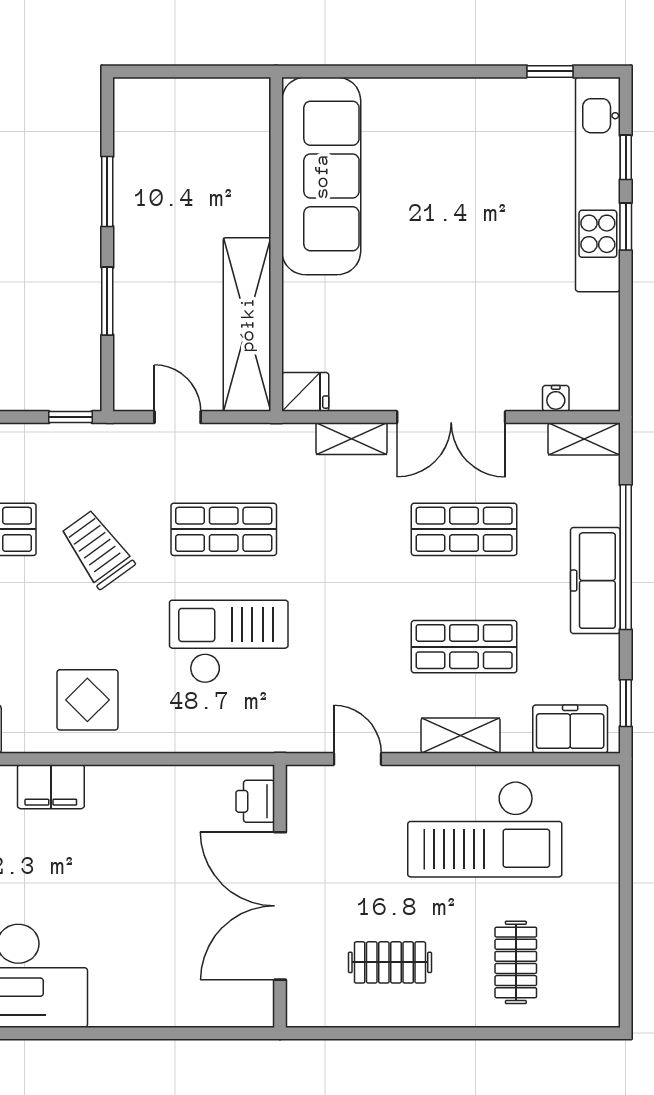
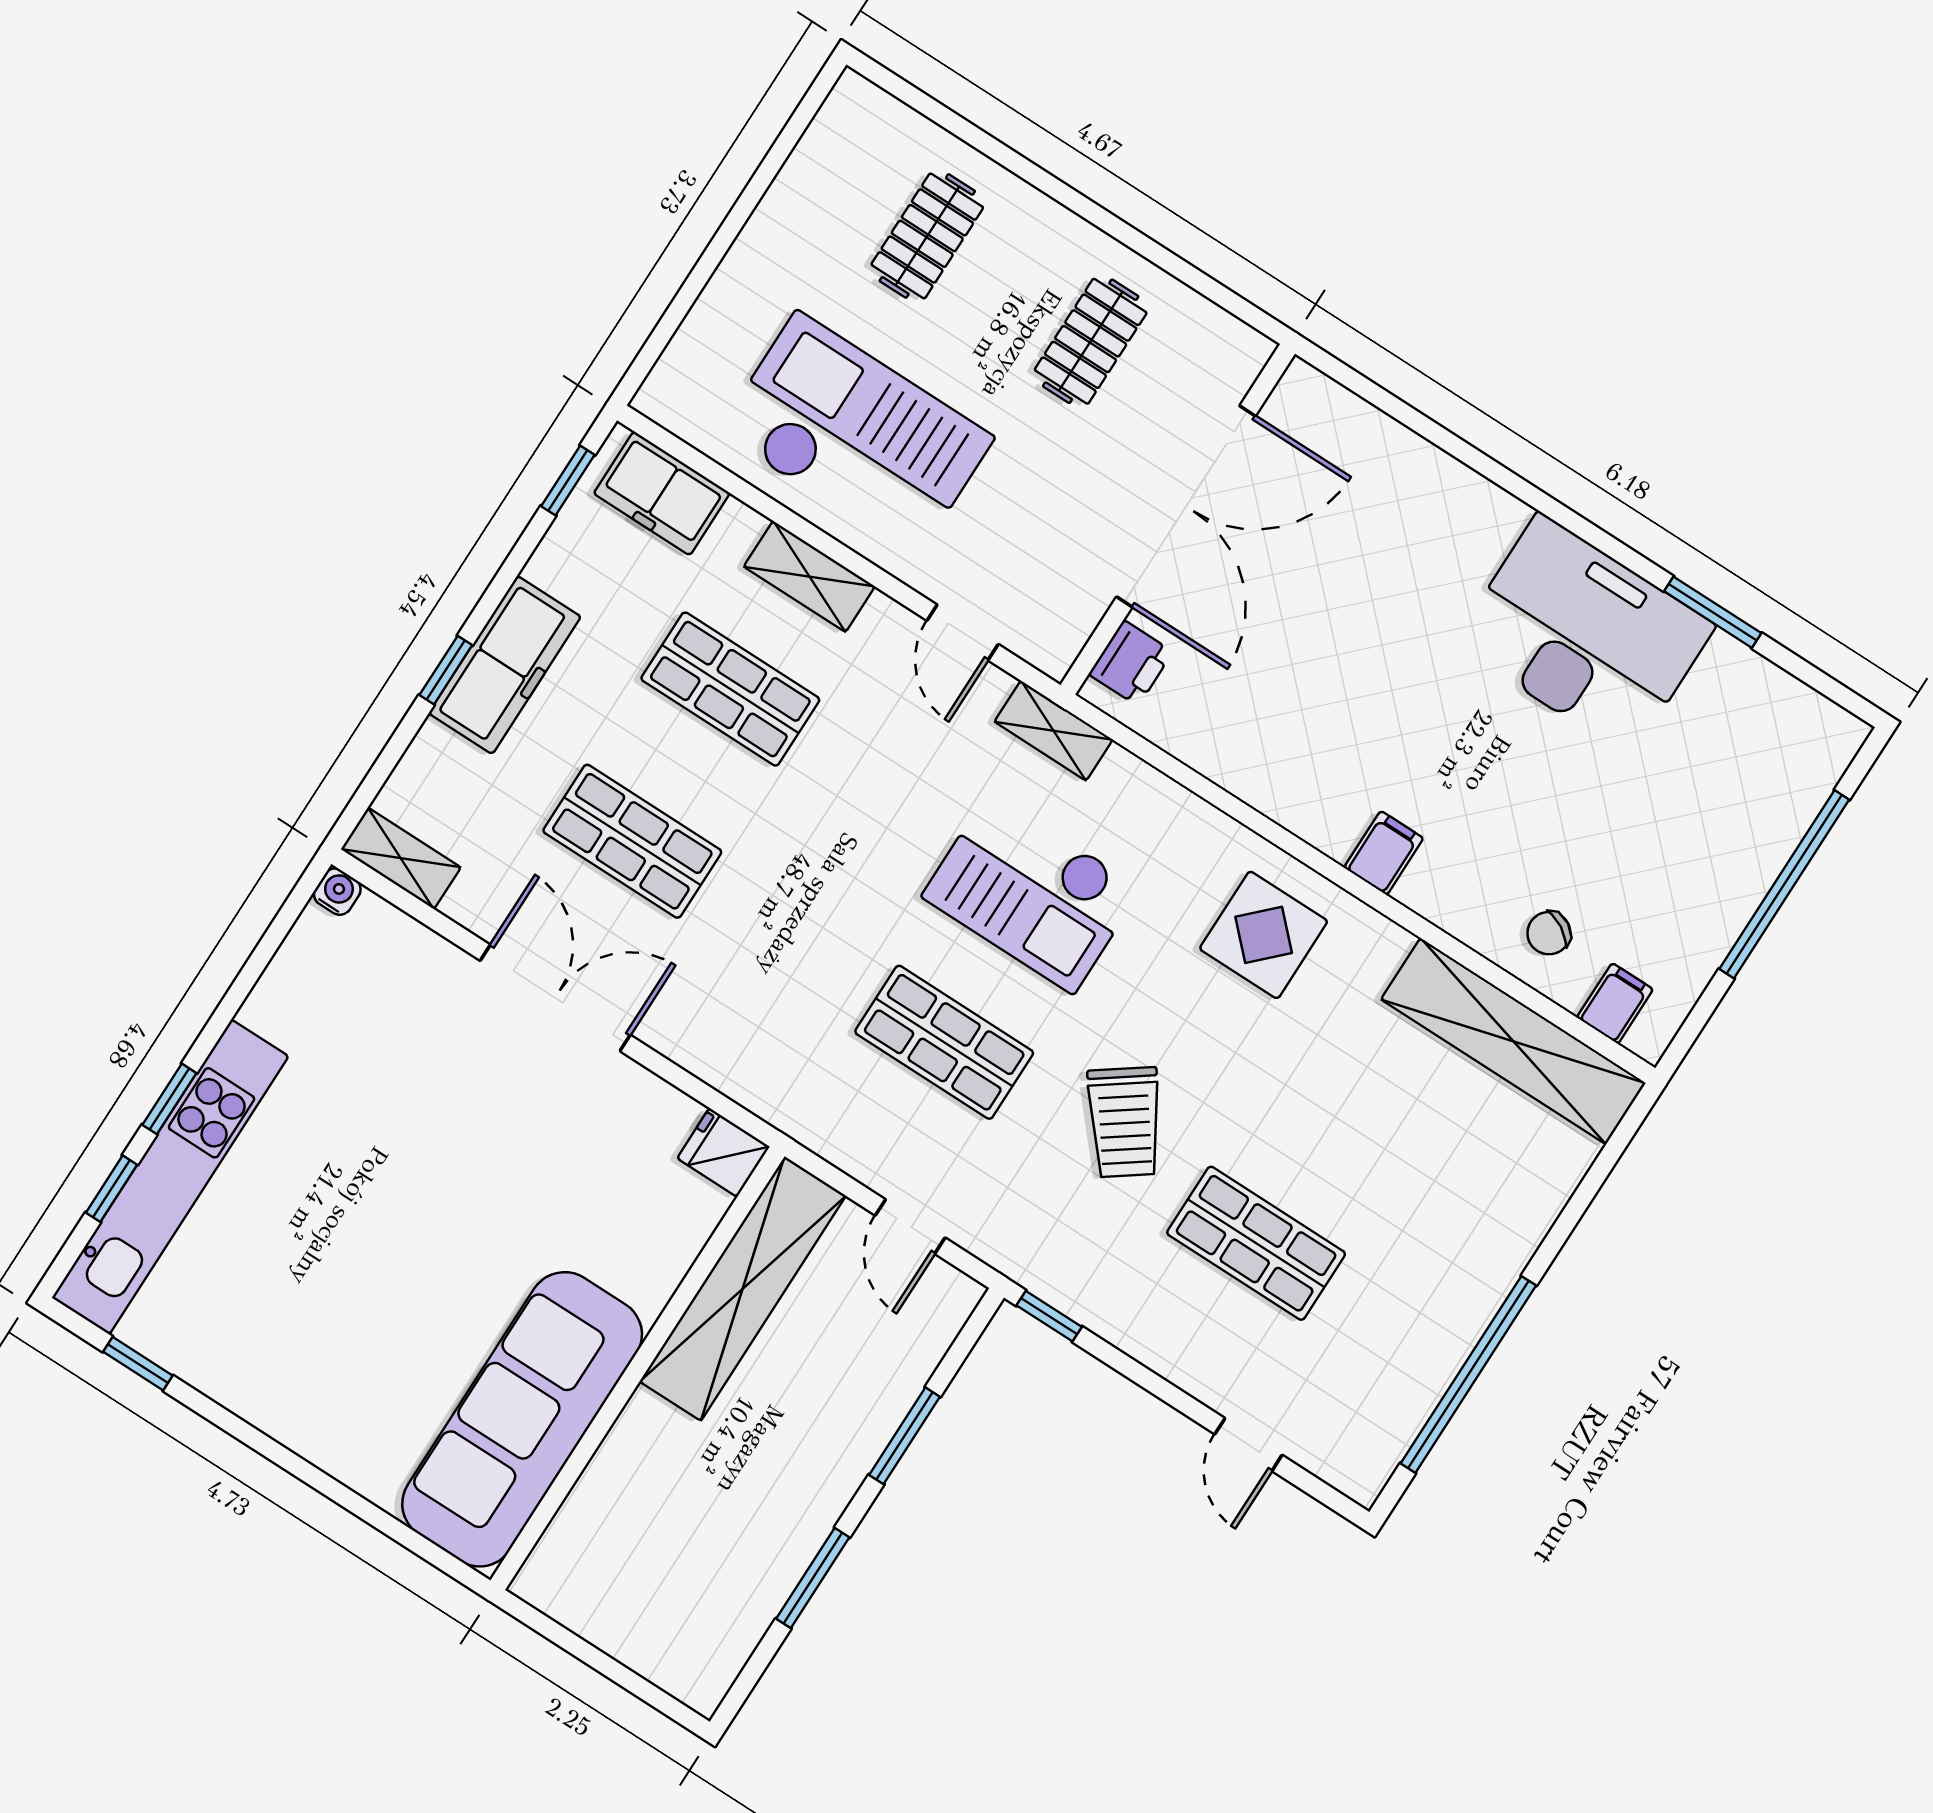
water cooler: (556, 398) -> (337, 892), moved
shelving: (352, 439) -> (1053, 731), moved
window: (626, 557) -> (446, 670), width x0.32
filing cabinet: (51, 787) -> (1384, 853), width x0.50
clothes rail: (390, 962) -> (1091, 341), turned 90

